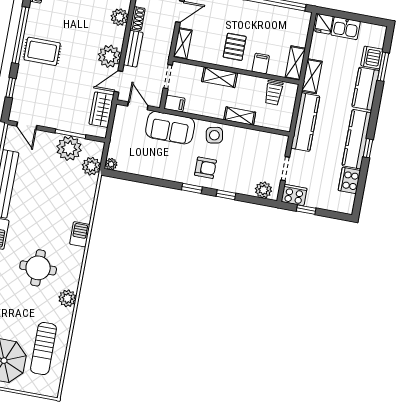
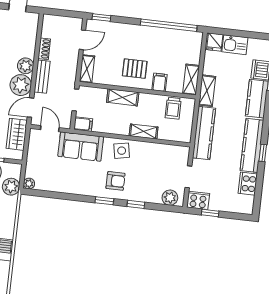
plant: (119, 17) -> (26, 66), moved
pallet: (235, 47) -> (135, 69), turned 90

